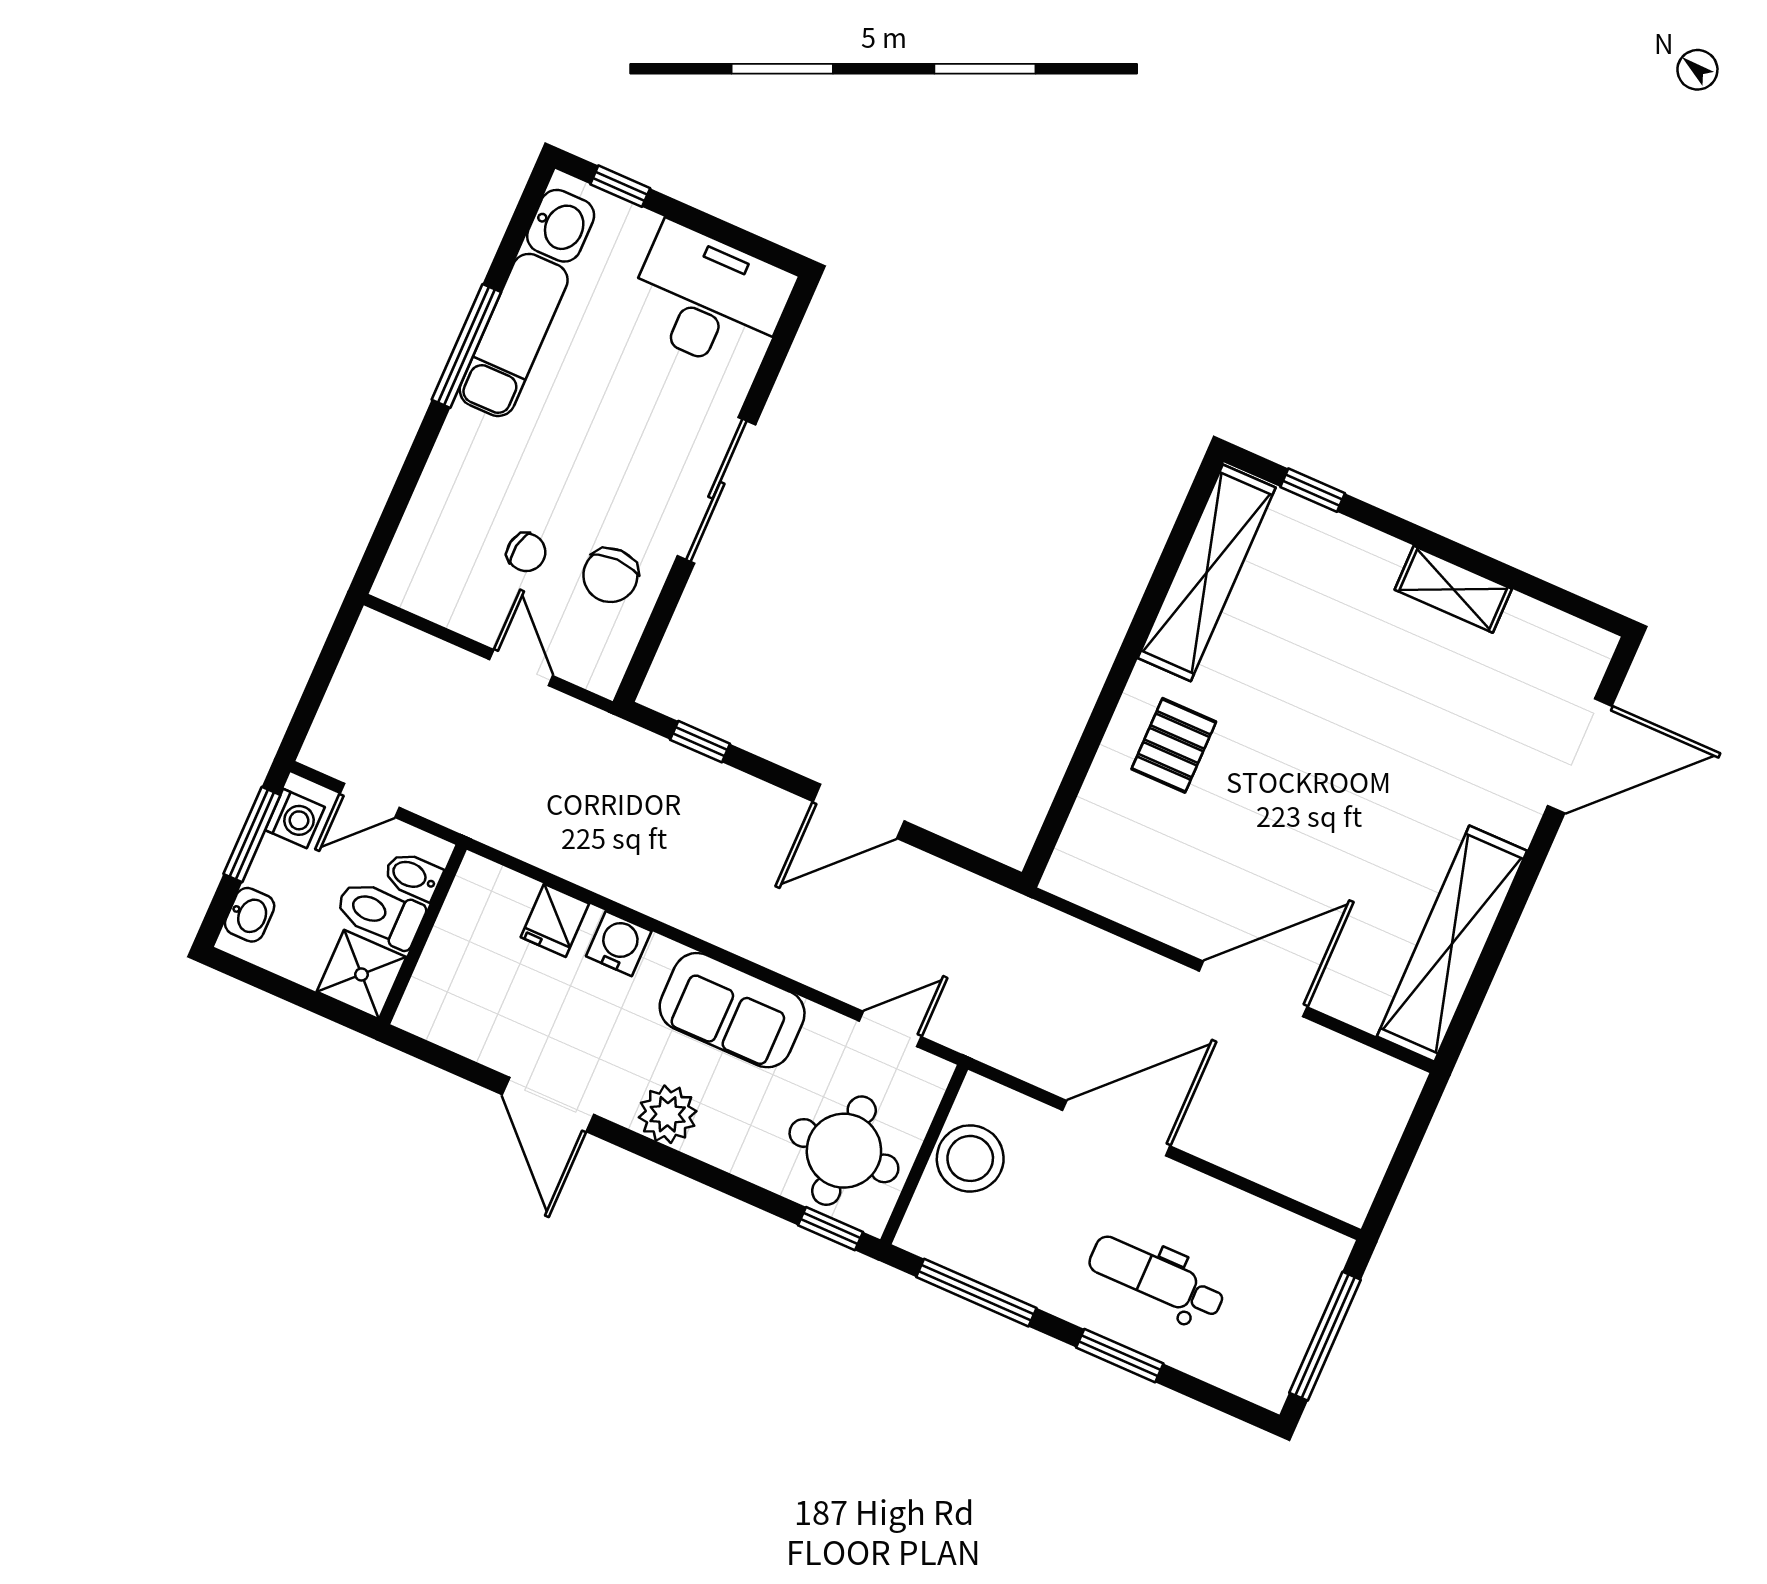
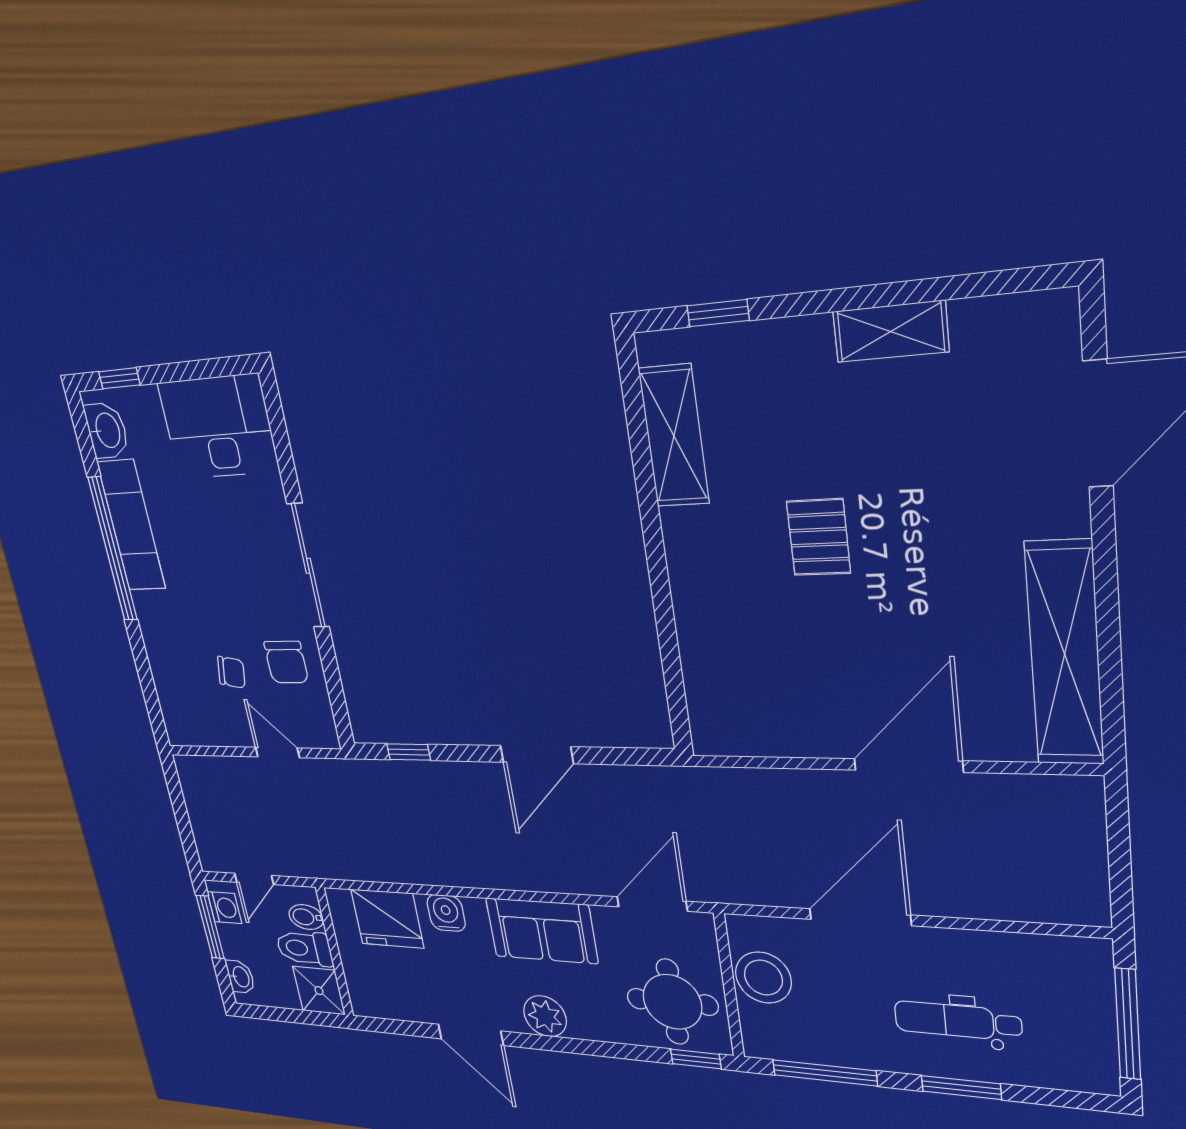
window: (466, 346) -> (113, 549), width x1.46
shelving: (1207, 573) -> (674, 436), width x0.68
pallet: (1174, 745) -> (818, 537), moved
fridge: (555, 920) -> (387, 919), width x1.88, depth x1.34
door: (890, 1029) -> (652, 904), width x1.38

